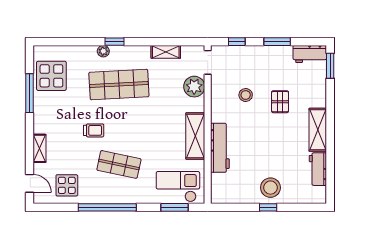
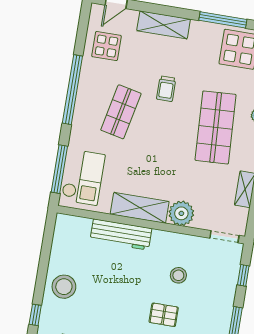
plant: (194, 87) -> (181, 213), moved
shelving: (39, 148) -> (164, 25), width x1.50, depth x1.33
window: (174, 207) -> (59, 169), width x1.44
window: (268, 207) -> (35, 315), moved

